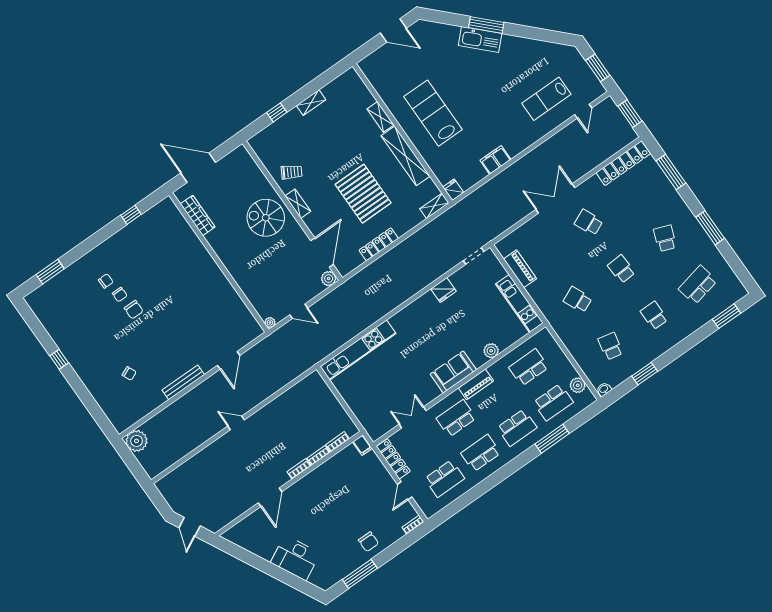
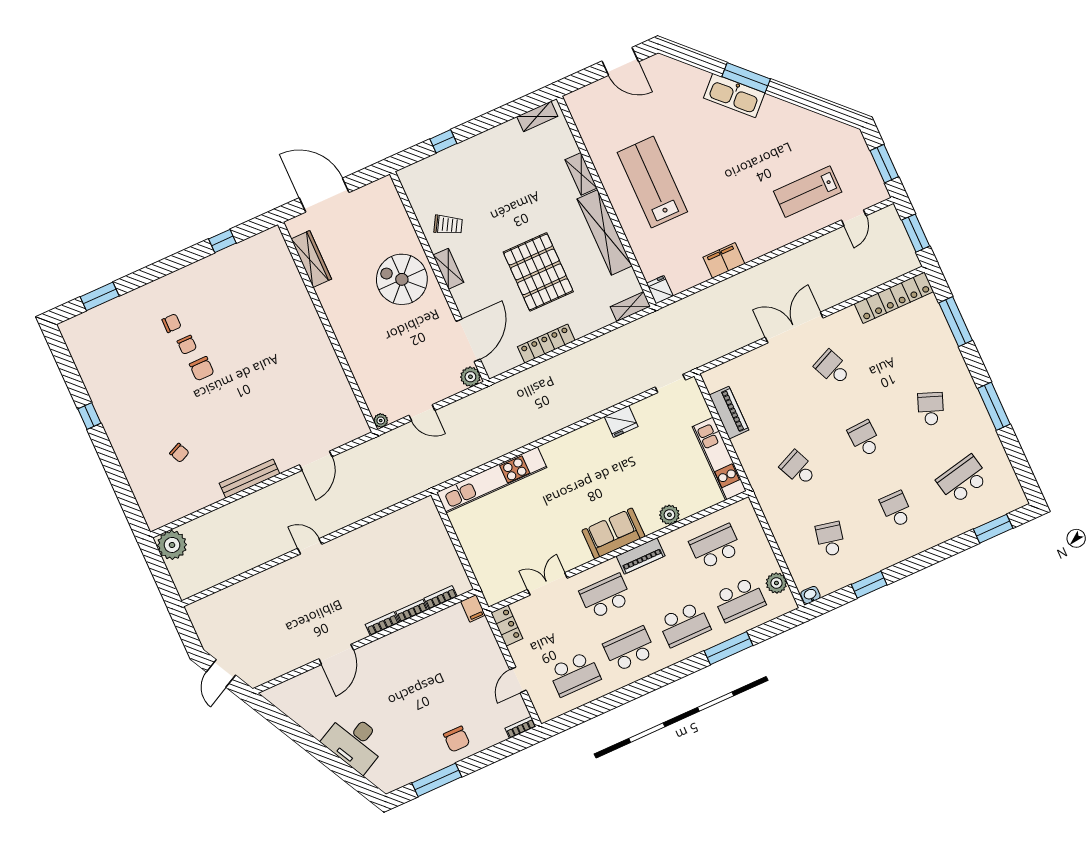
shelving: (311, 103) -> (537, 116), moved
locker: (393, 459) -> (507, 626), width x0.66

